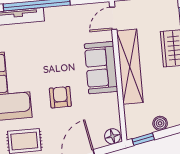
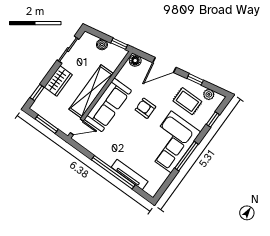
sofa: (101, 68) -> (108, 105), width x1.36
armchair: (60, 97) -> (145, 108), turned 90

